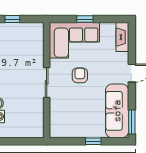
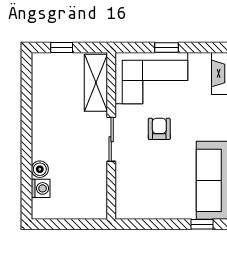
shelving: (36, 44) -> (96, 83), added
window: (93, 141) -> (202, 224), moved

